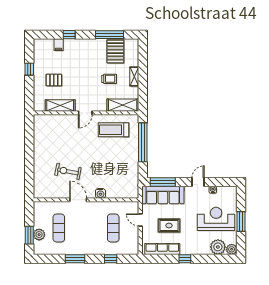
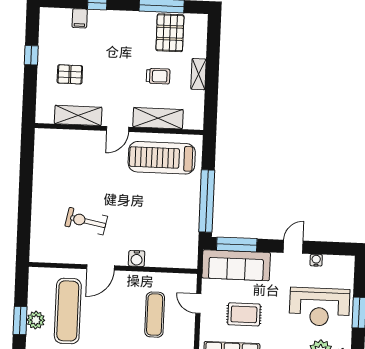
shelving: (123, 105) -> (158, 118), moved
treadmill: (113, 130) -> (162, 158), width x1.37, depth x1.38
window: (143, 142) -> (207, 201), moved
door: (78, 200) -> (101, 267), swing flipped
reception desk: (216, 219) -> (319, 307), turned 180
exercise mat: (59, 228) -> (68, 311), width x1.36, depth x1.45

